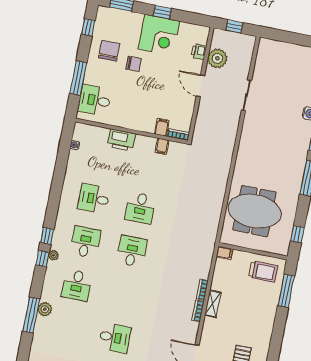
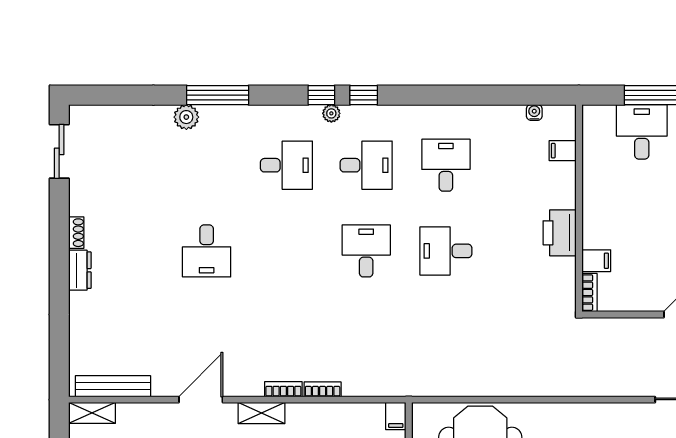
desk: (95, 100) -> (642, 132), moved
printer: (121, 140) -> (560, 233), moved
filing cabinet: (162, 146) -> (563, 151), moved
desk: (132, 251) -> (366, 251), turned -90
desk: (77, 285) -> (286, 165), turned 180
shelving: (213, 304) -> (261, 413), moved
plant: (45, 309) -> (186, 117), moved

